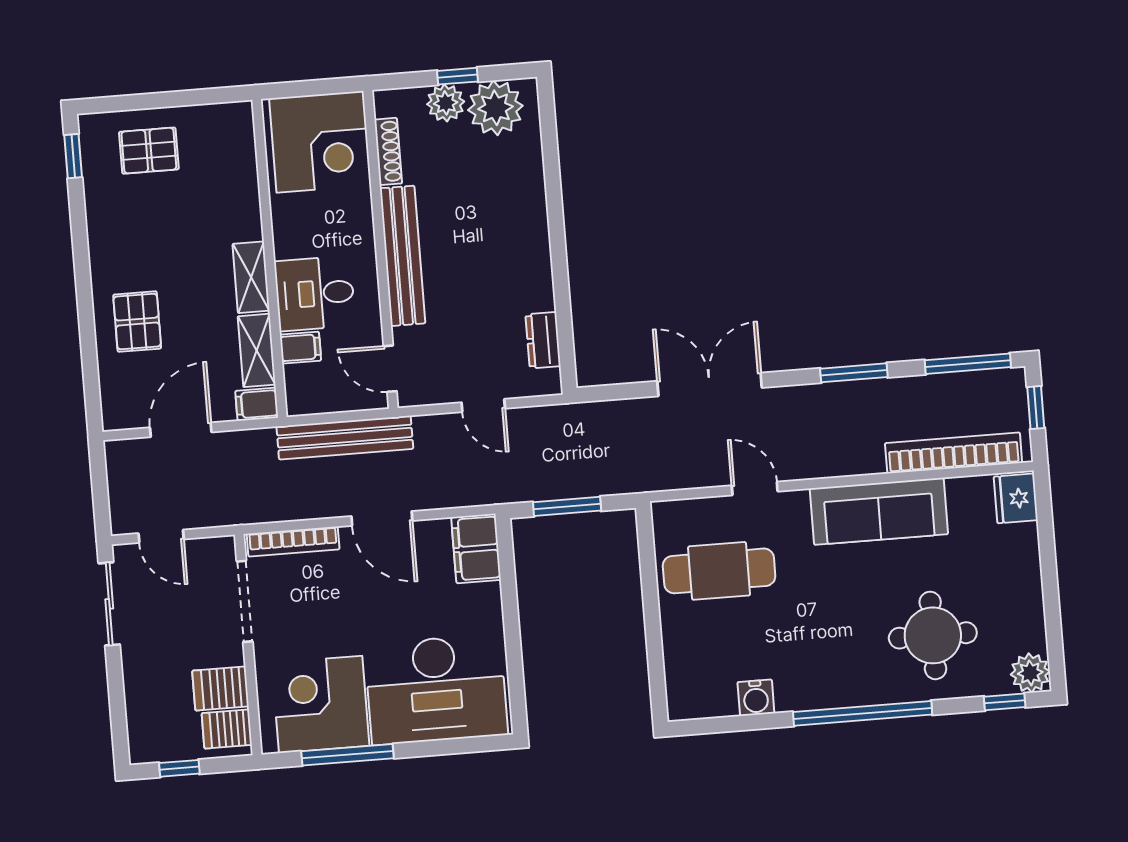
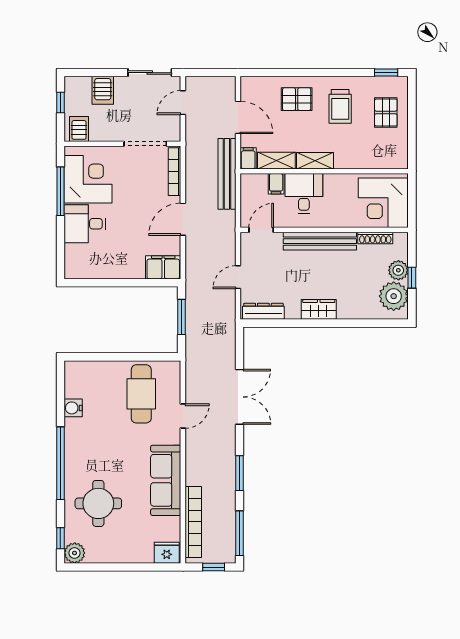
trolley: (144, 238) -> (340, 106), added
wardrobe: (532, 248) -> (319, 309), added
dresser: (543, 340) -> (263, 311), width x1.44
bench: (345, 438) -> (227, 174), moved
server rack: (221, 689) -> (103, 90), moved, turned 180
desk: (436, 689) -> (85, 224), width x0.53, depth x0.77

